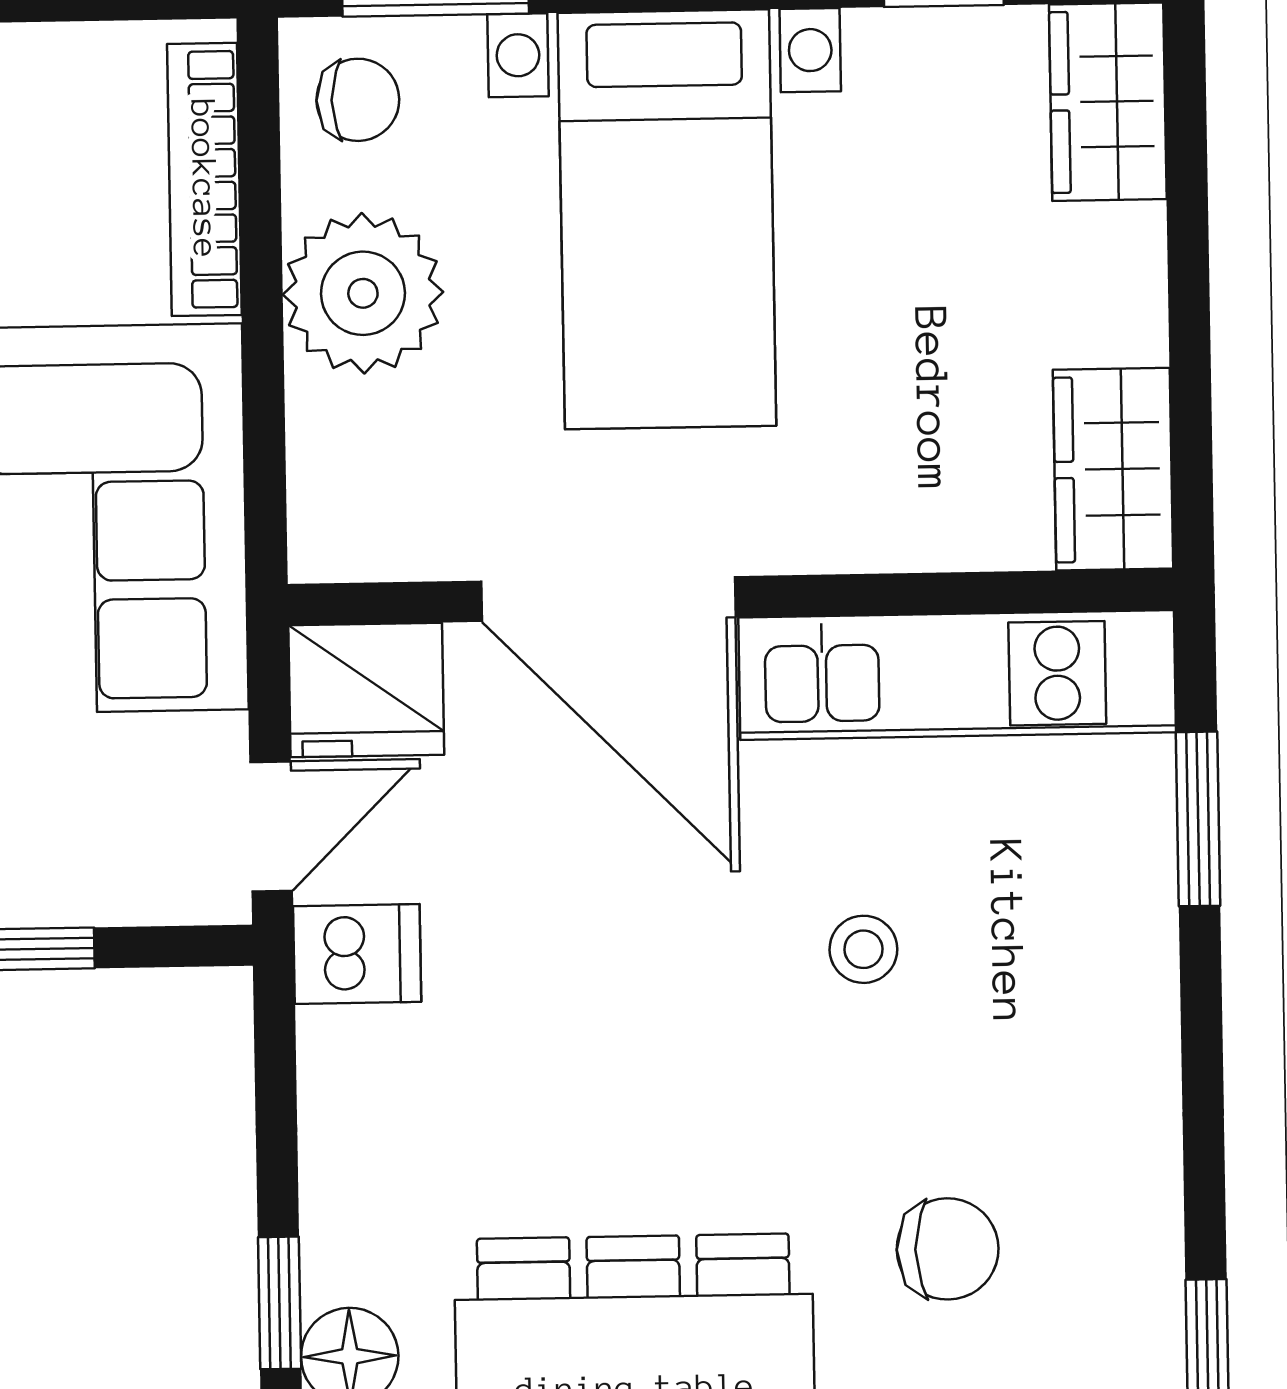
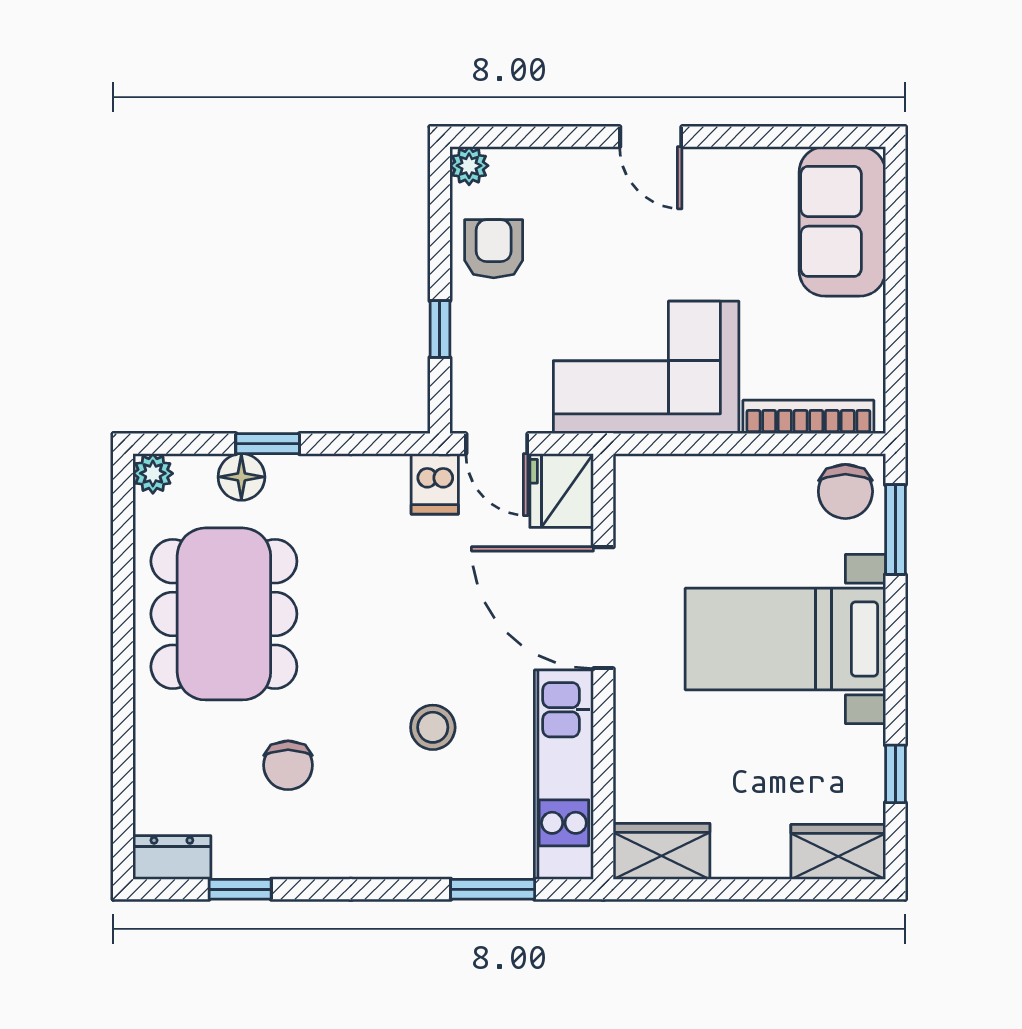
chair: (358, 100) -> (845, 491), width x1.37, depth x1.37
plant: (363, 293) -> (752, 492), removed
door: (608, 599) -> (603, 608), hinge flipped
stool: (863, 949) -> (433, 727), width x1.37, depth x1.37

